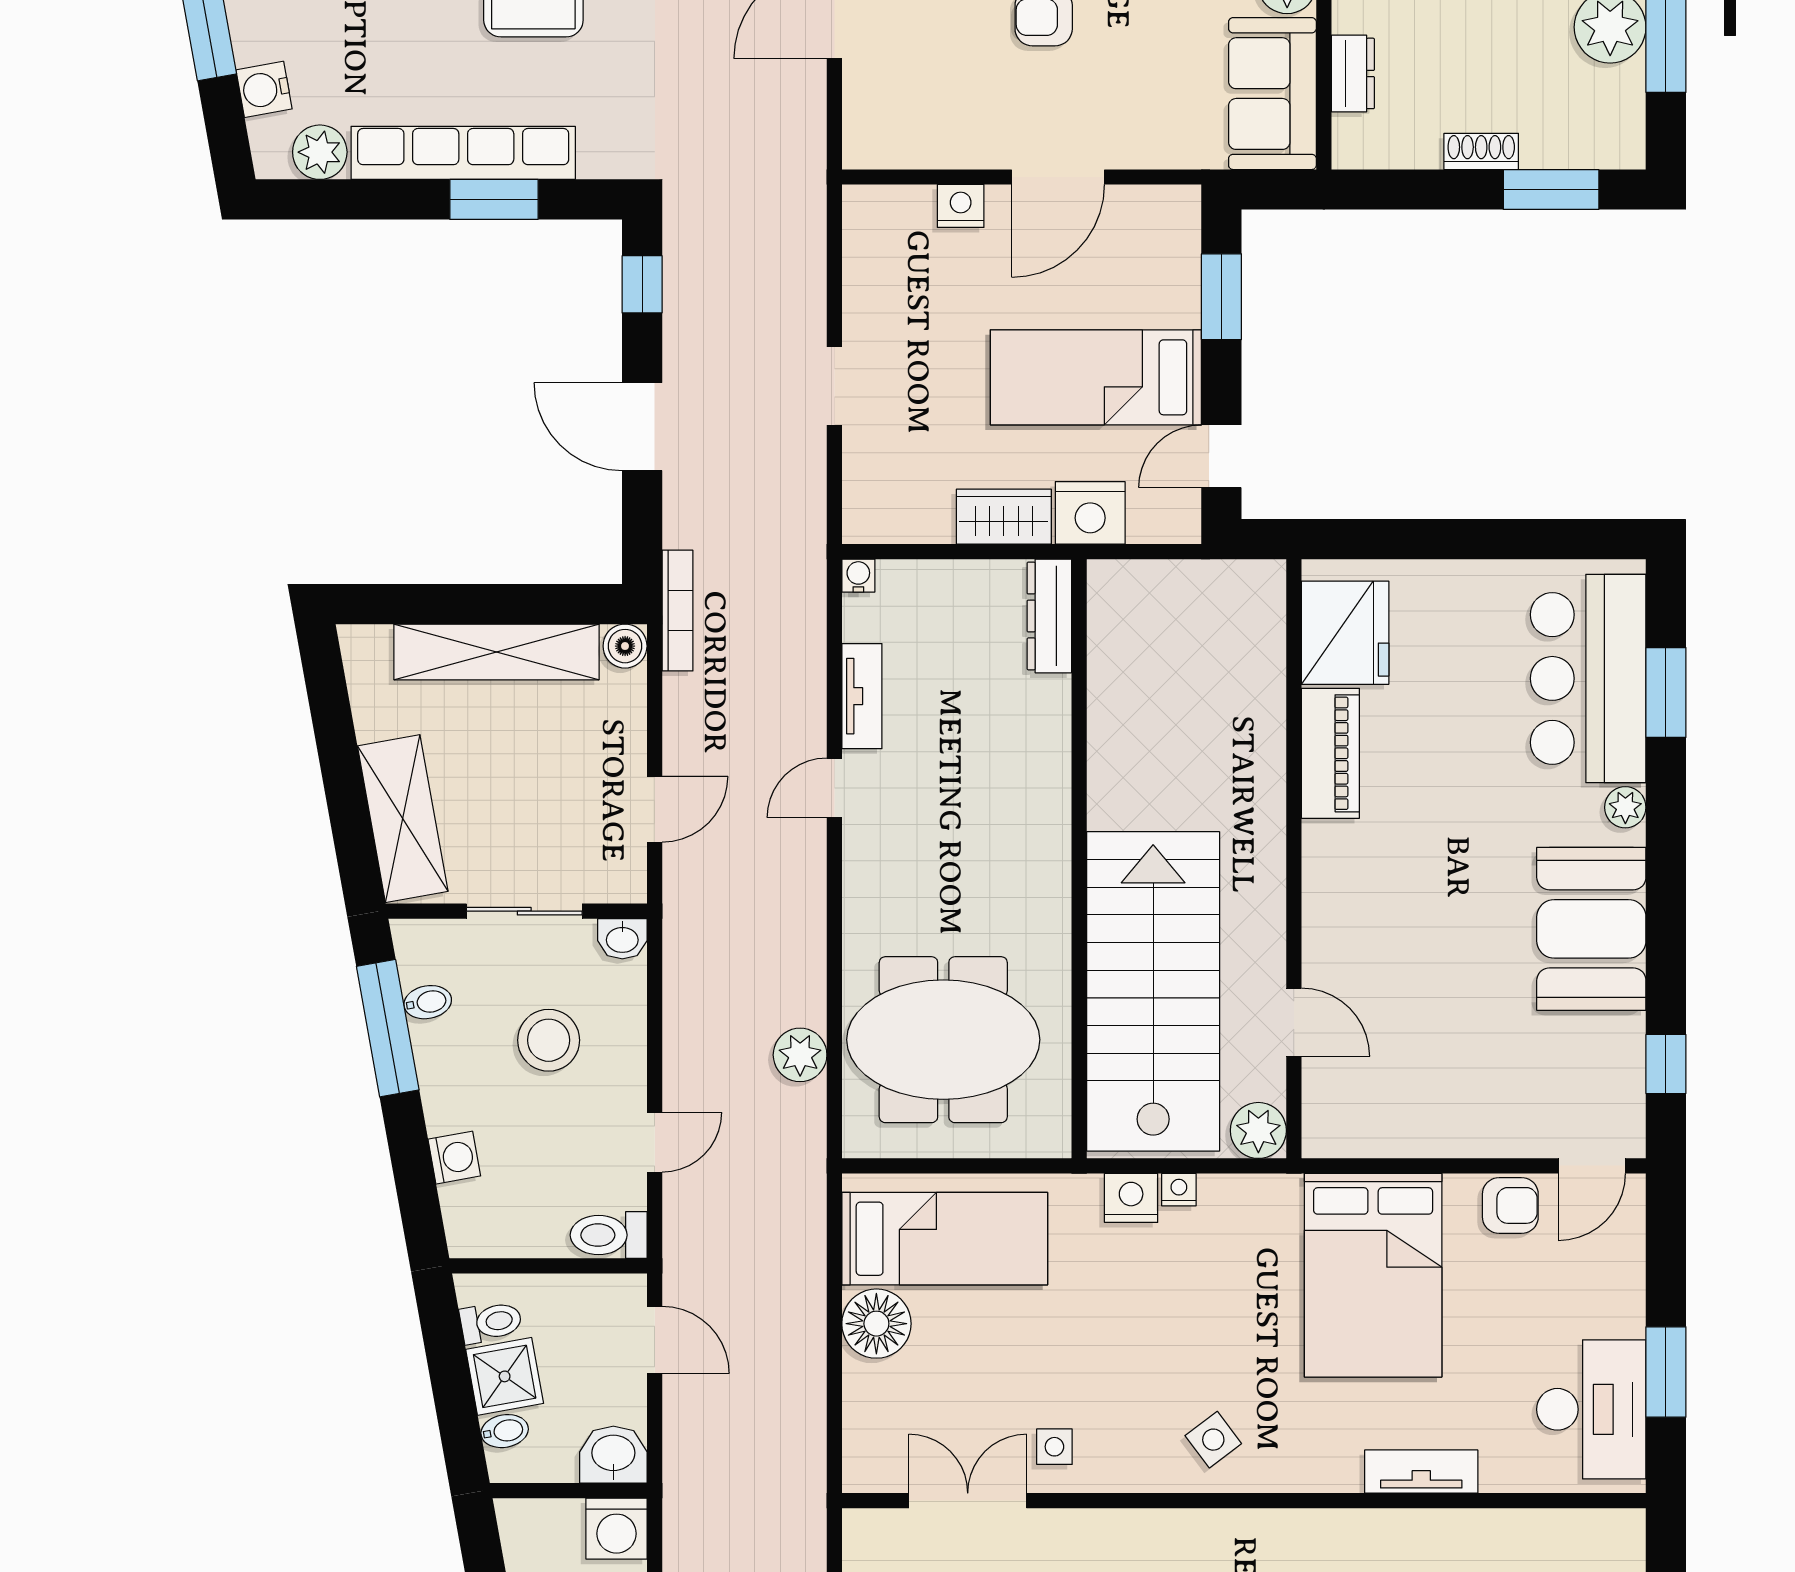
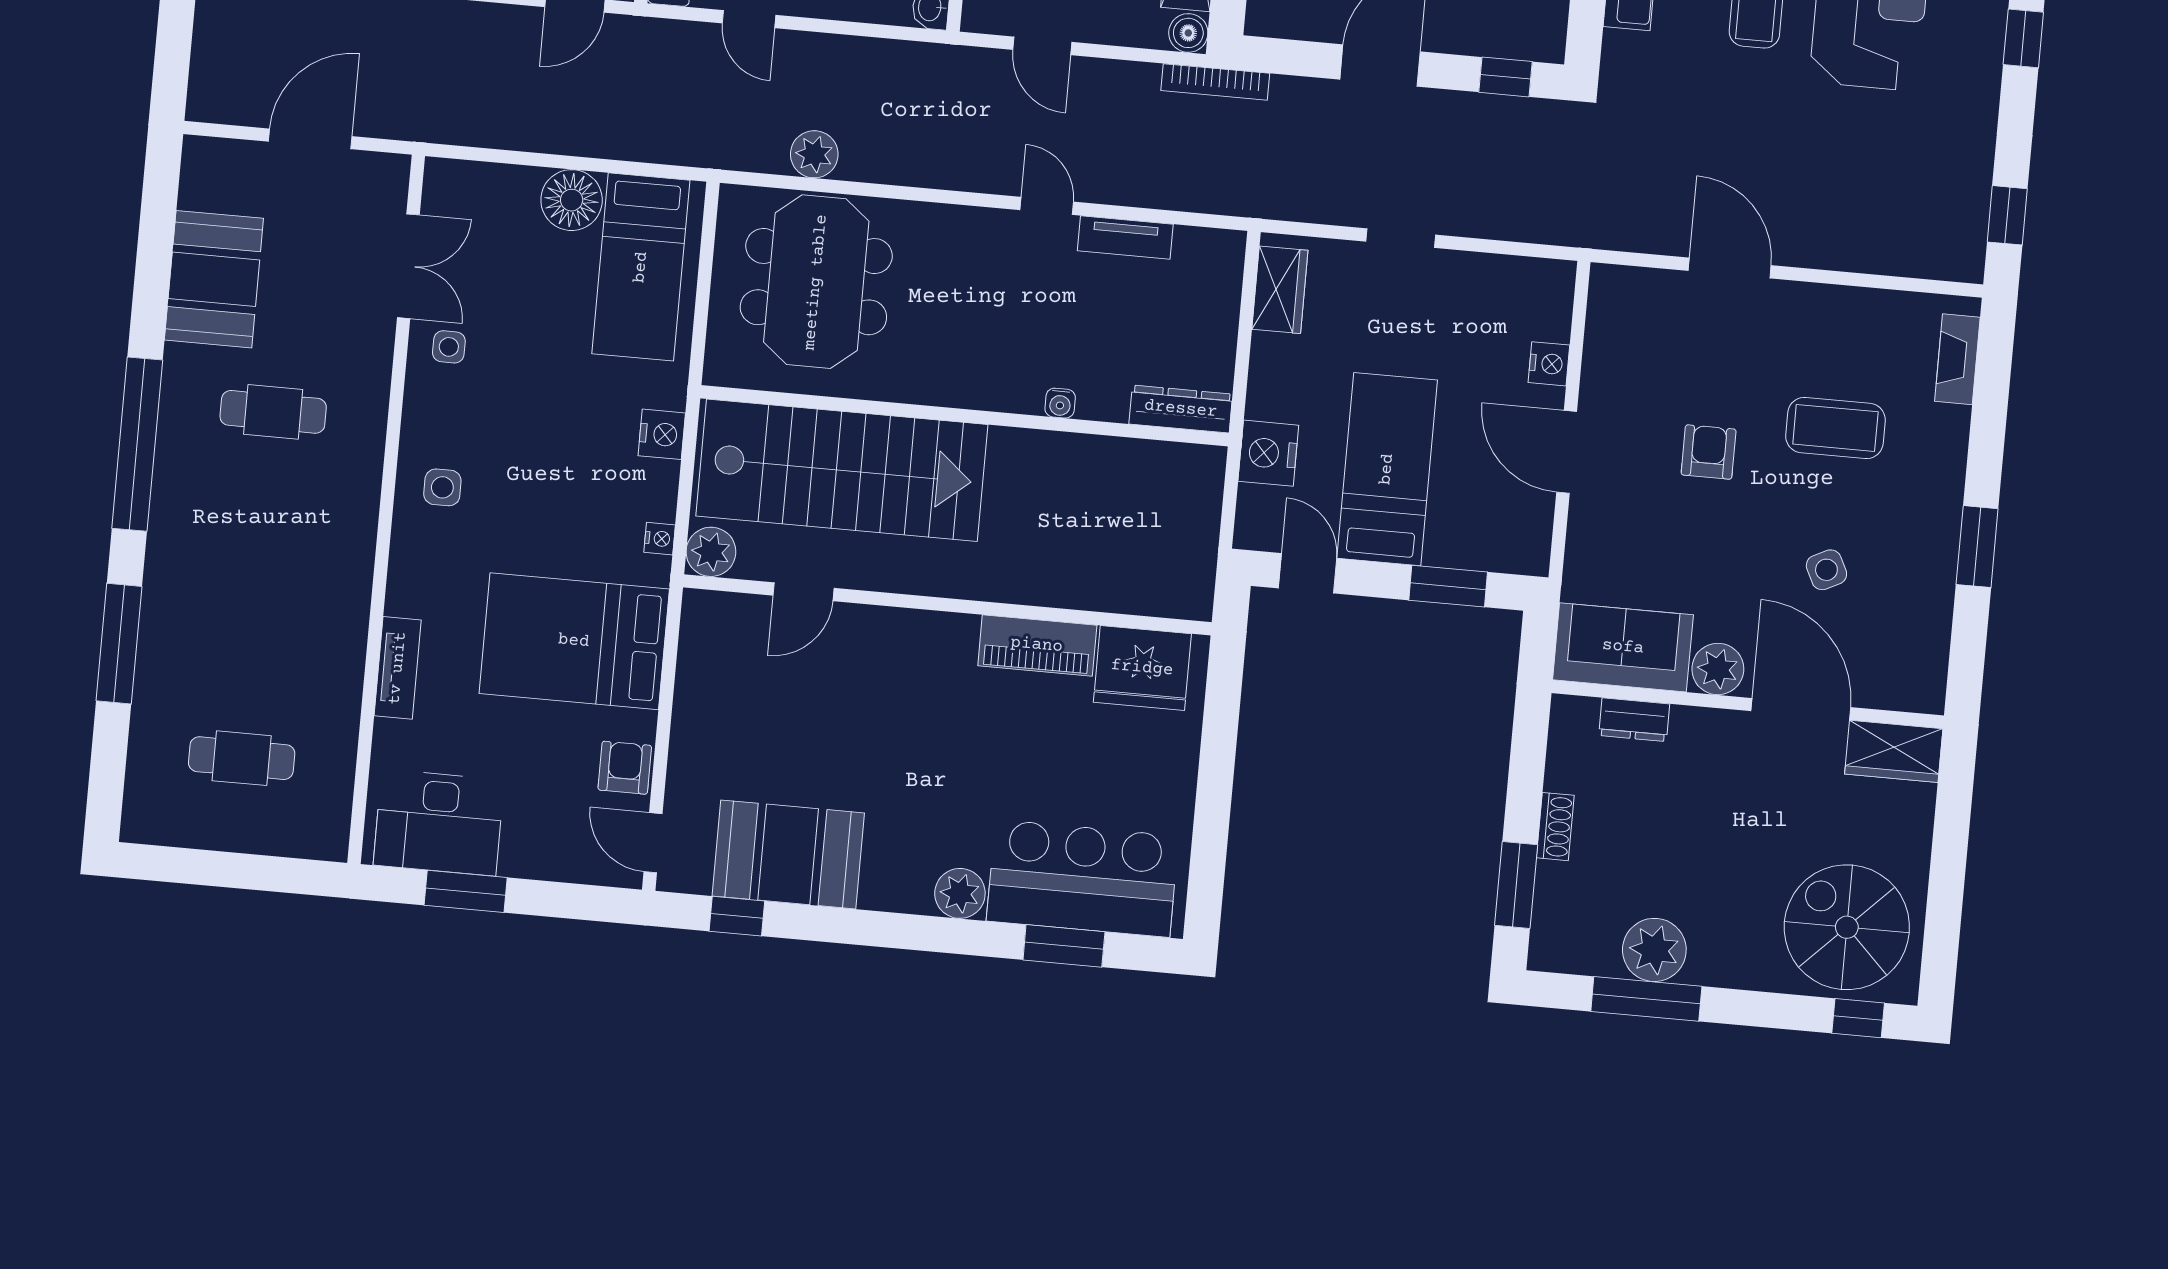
wardrobe: (1004, 517) -> (1280, 290), moved
water cooler: (858, 576) -> (1060, 403), moved, turned 90
plant: (1625, 807) -> (960, 893), width x1.38, depth x1.38
booth: (1591, 929) -> (788, 854), moved
nightstand: (1179, 1190) -> (660, 539), moved
armchair: (1510, 1205) -> (625, 768), turned 180
side table: (1213, 1440) -> (442, 487), turned 37

